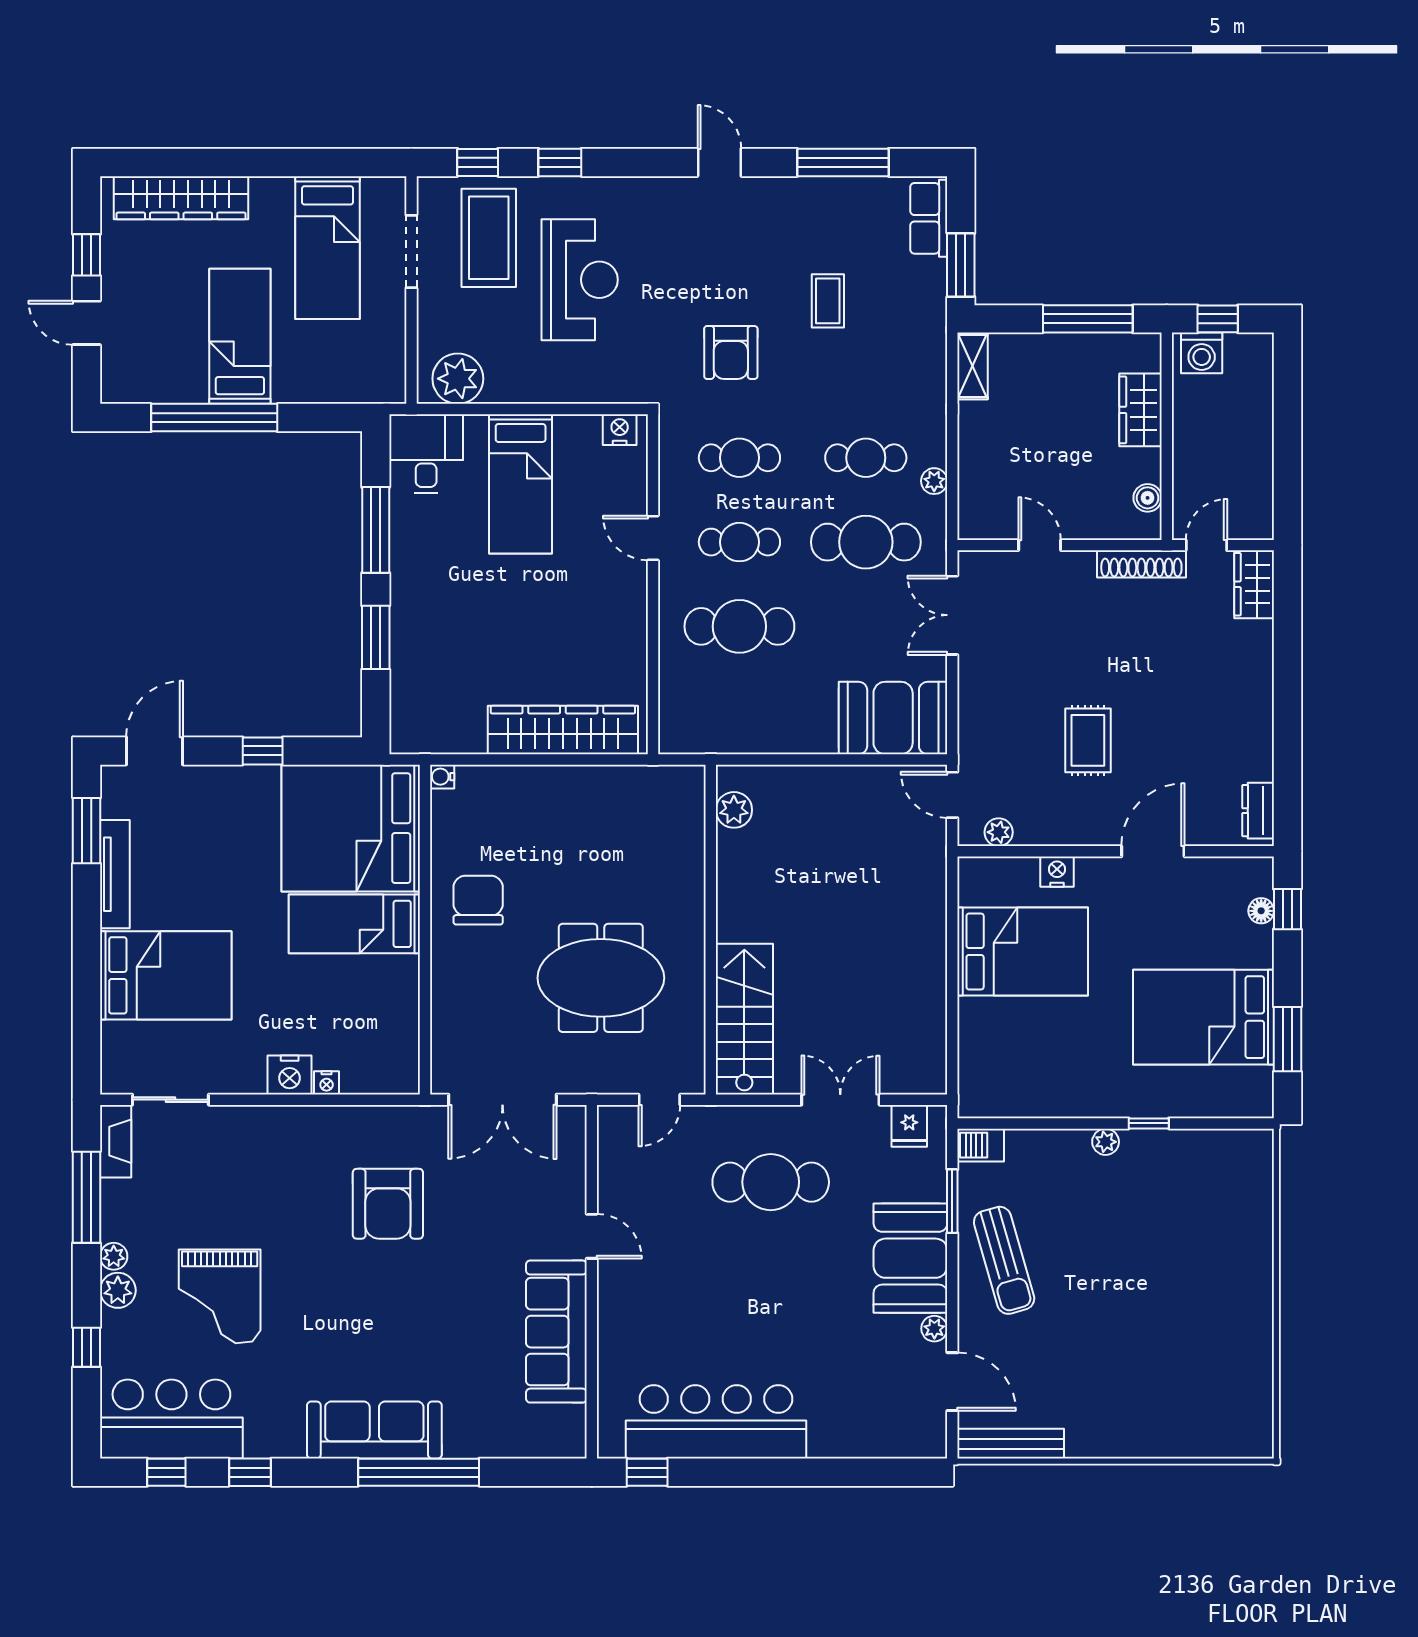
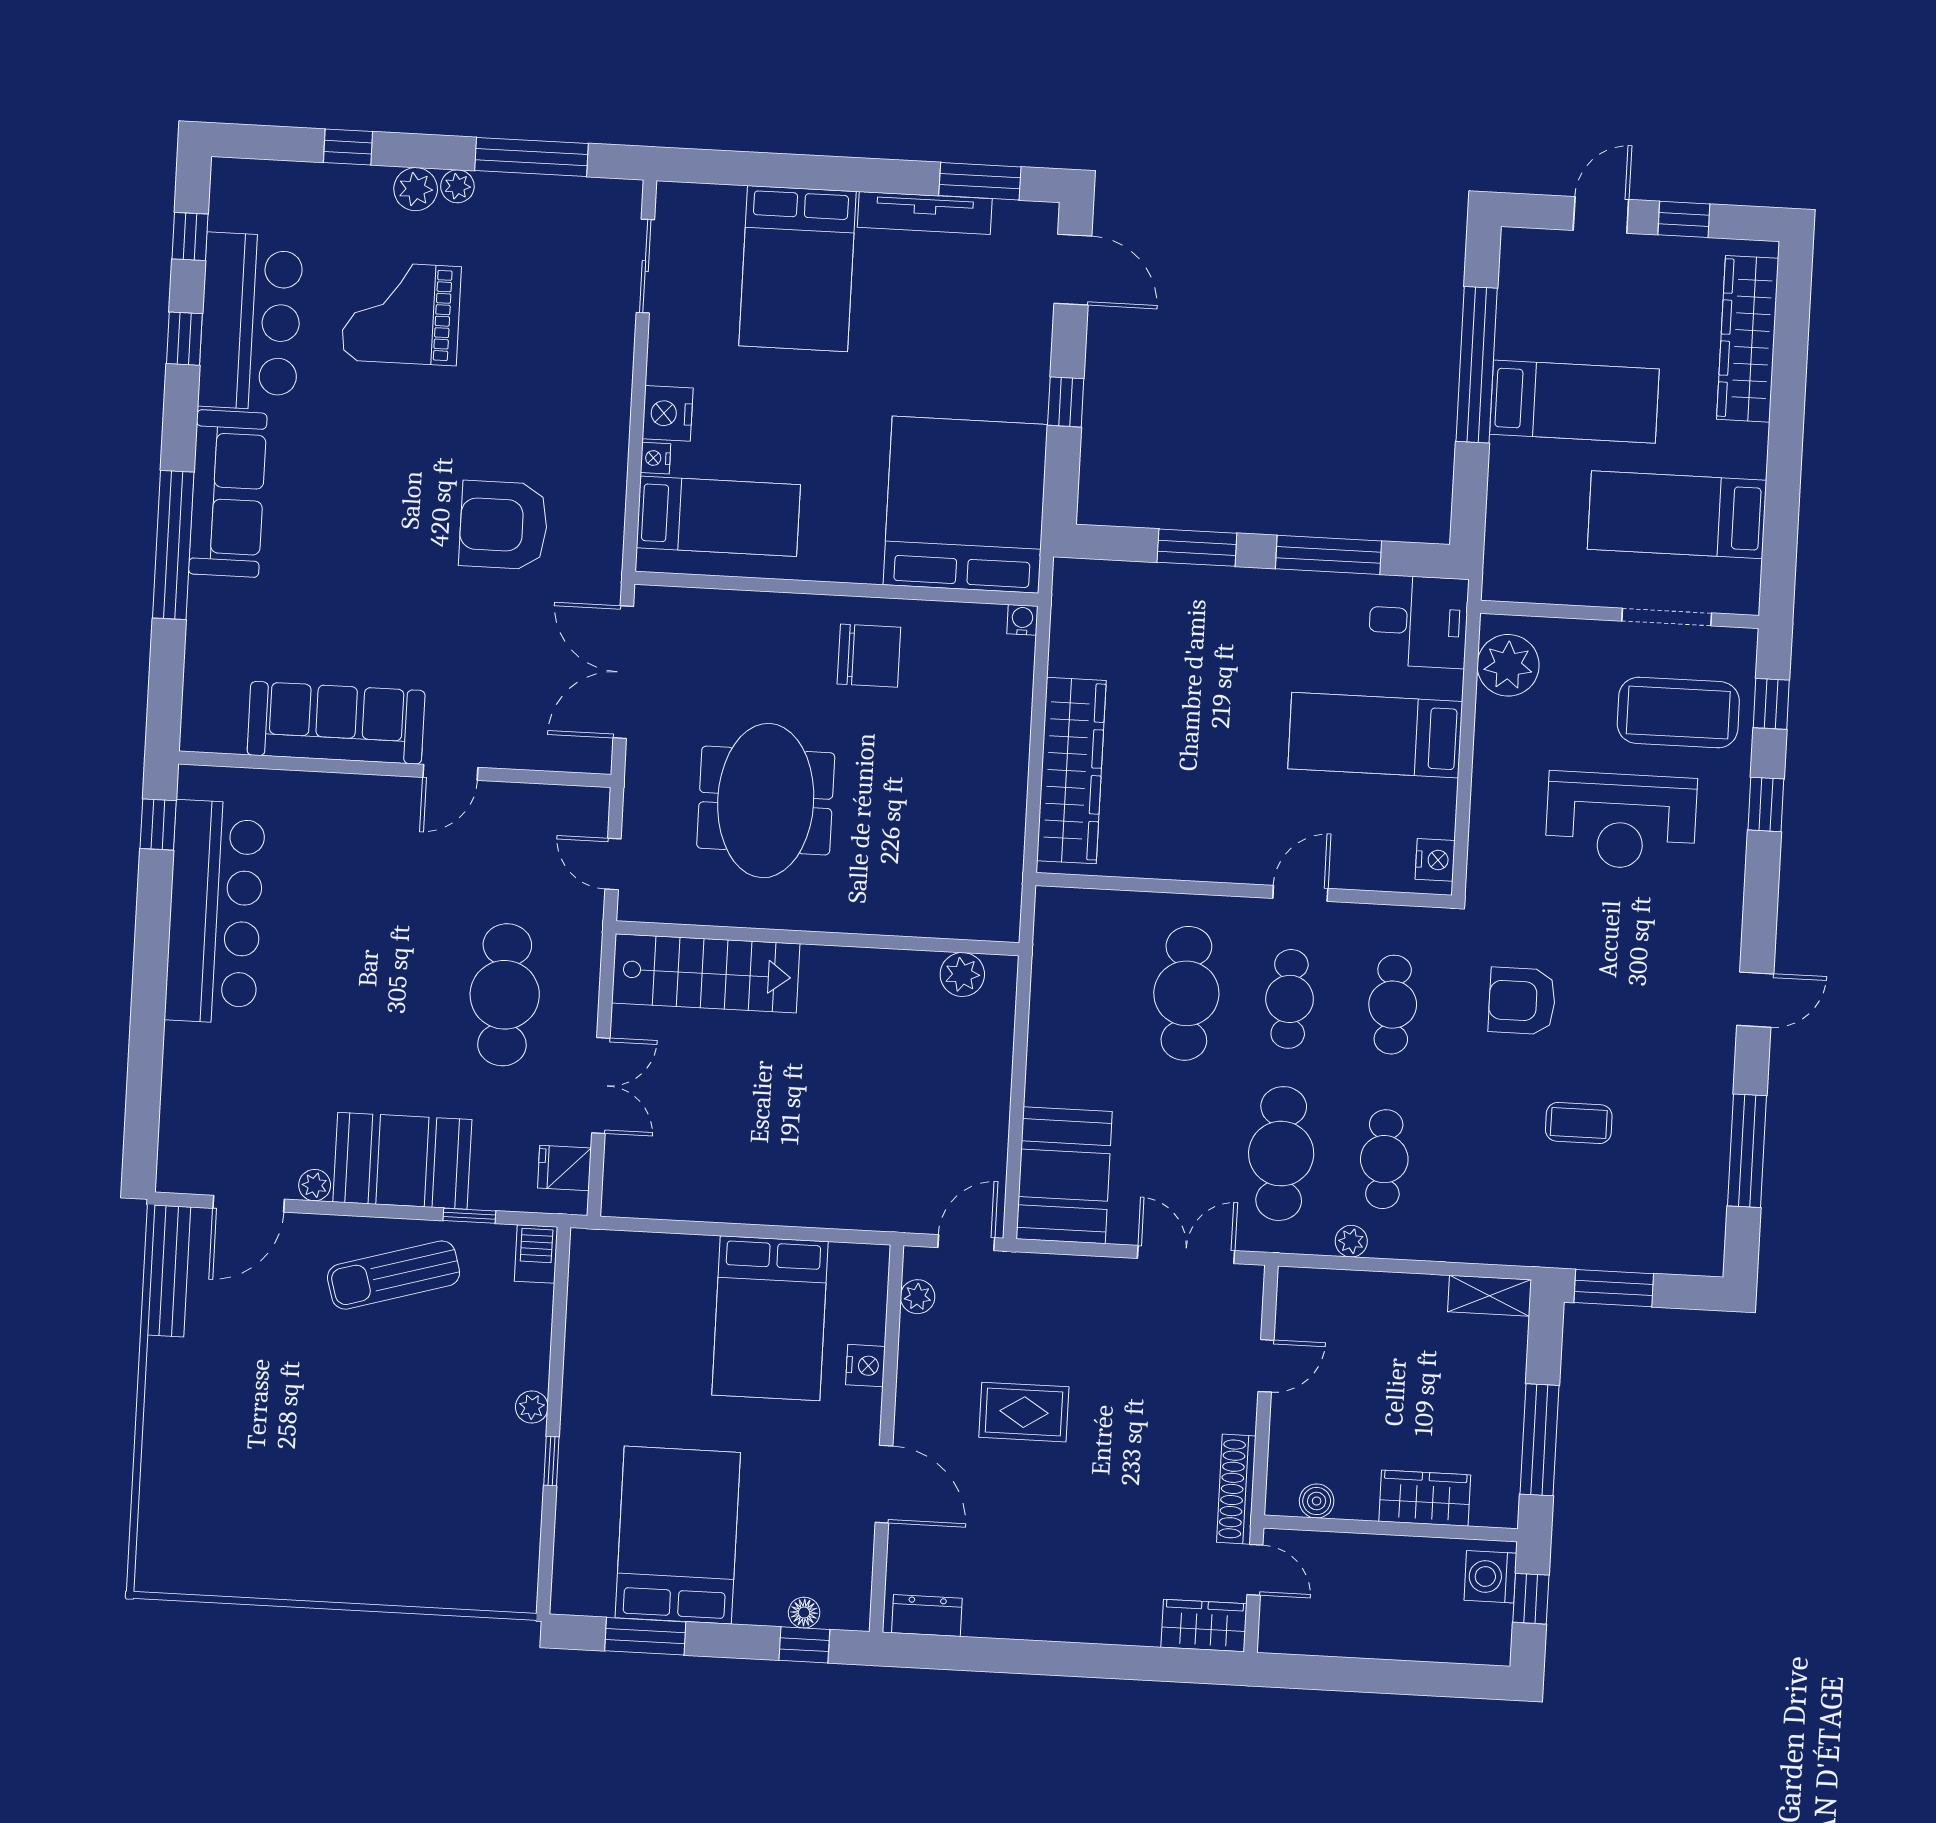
row of seats: (929, 218) -> (1673, 1252), removed
bed: (354, 924) -> (718, 516), moved, turned 90
fireplace: (116, 1141) -> (598, 196), removed
window: (952, 1201) -> (469, 1216), width x0.67
bar counter: (171, 1419) -> (251, 322), moved

